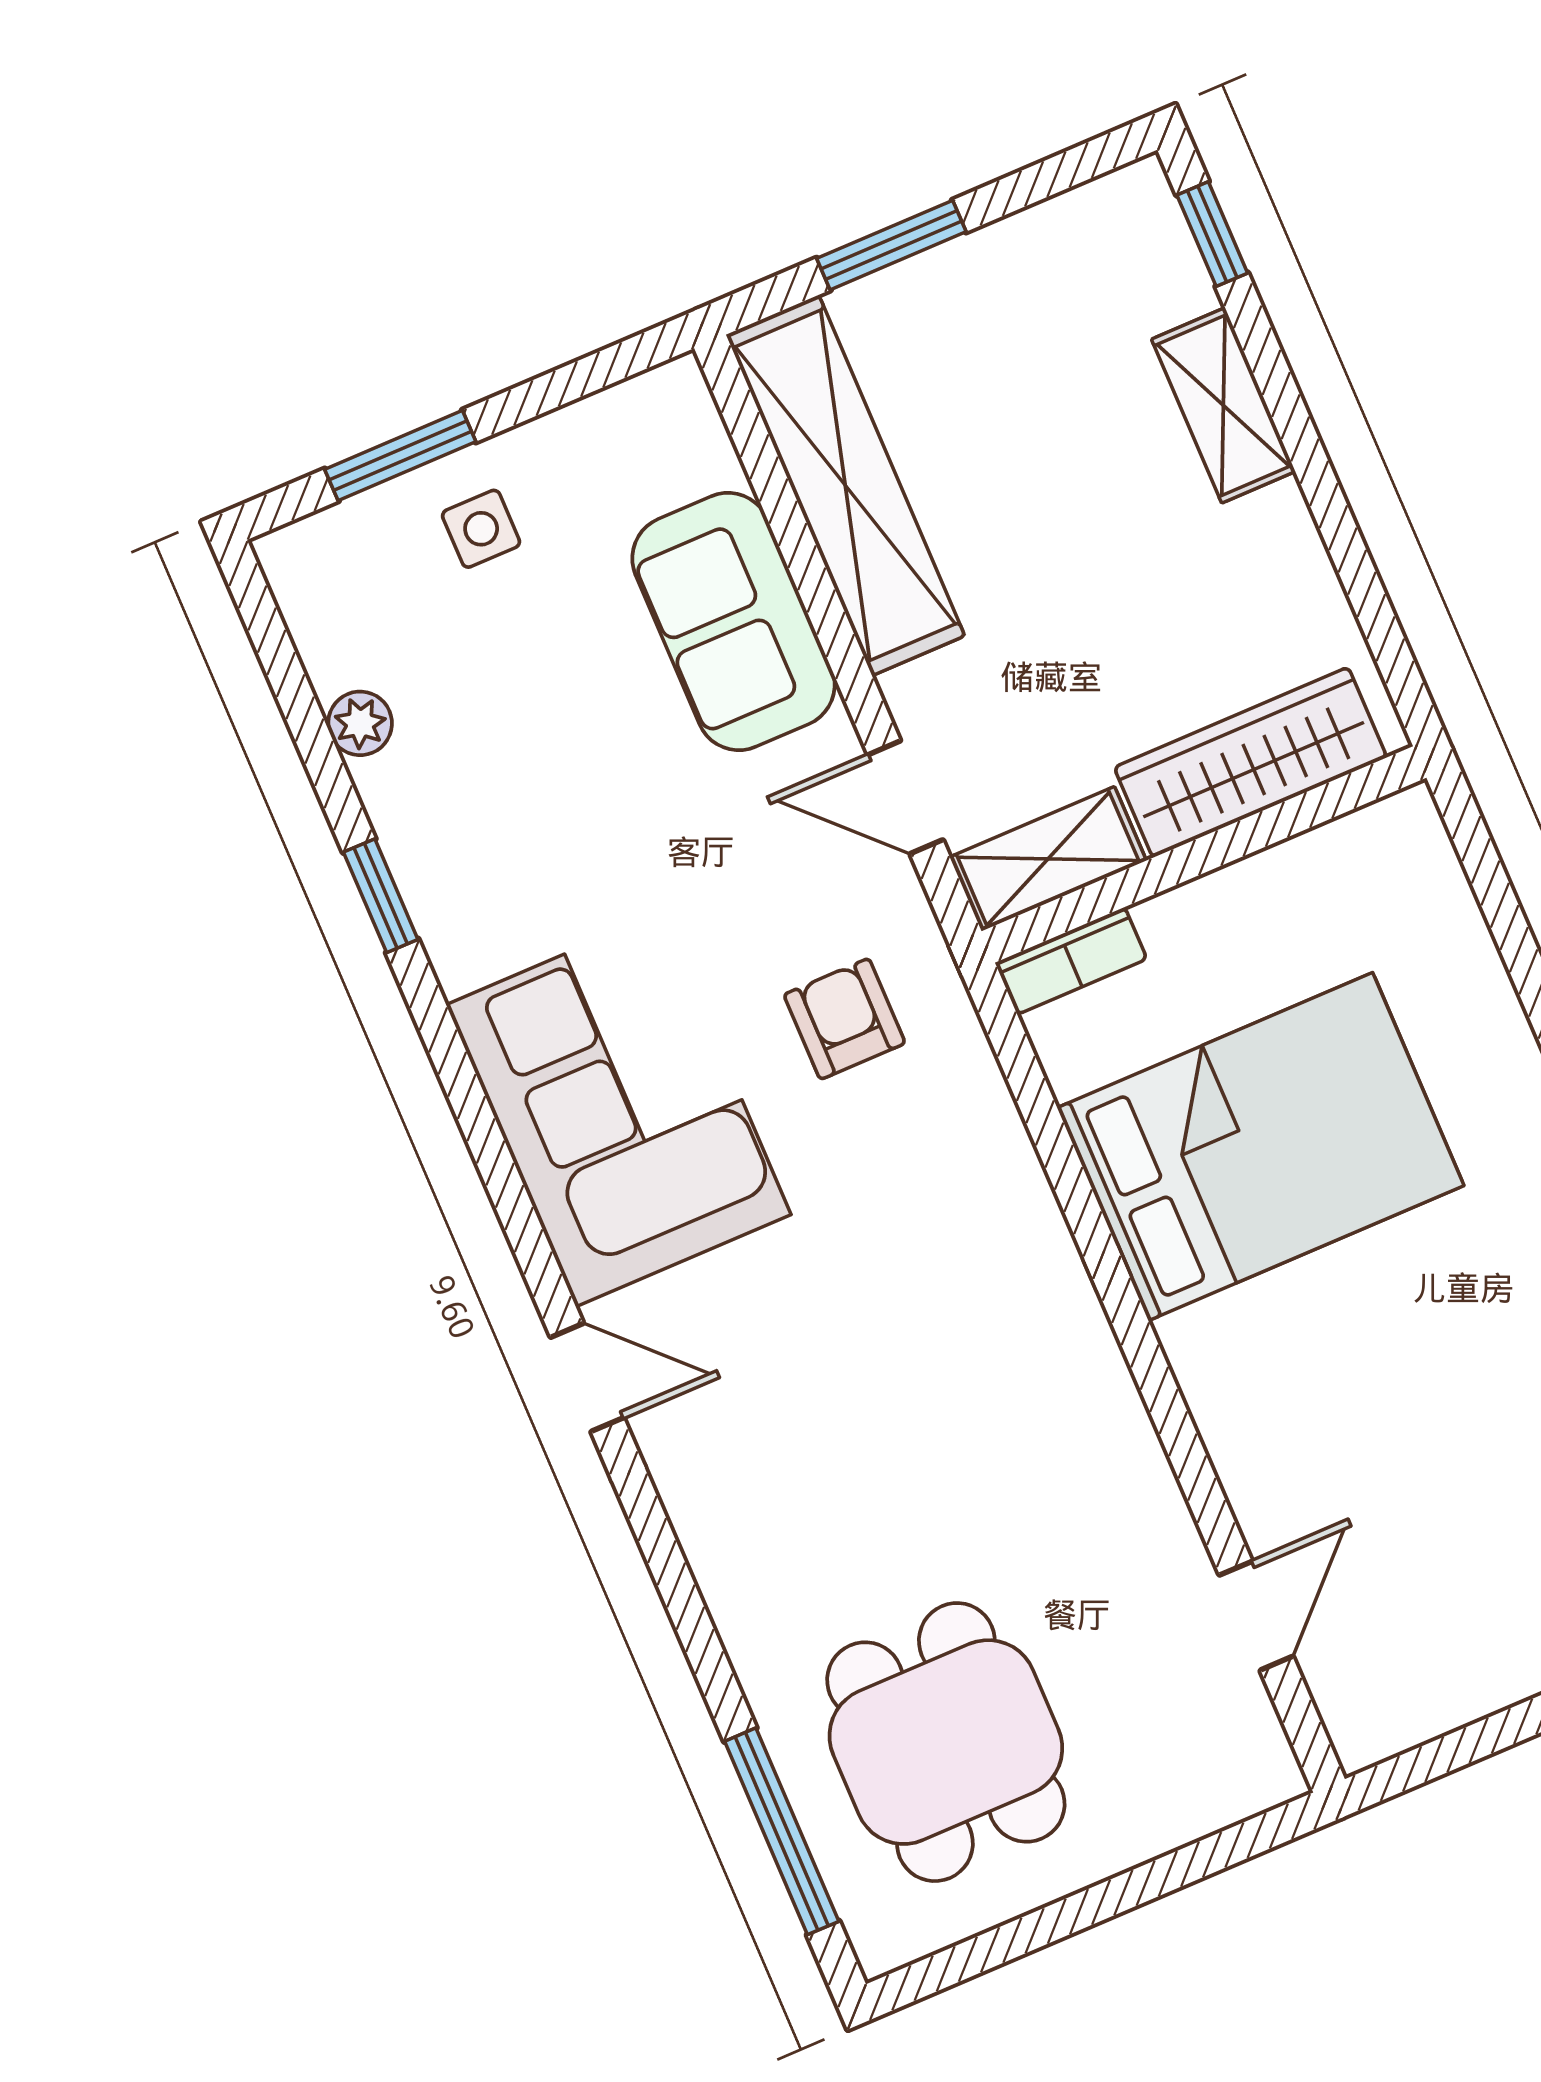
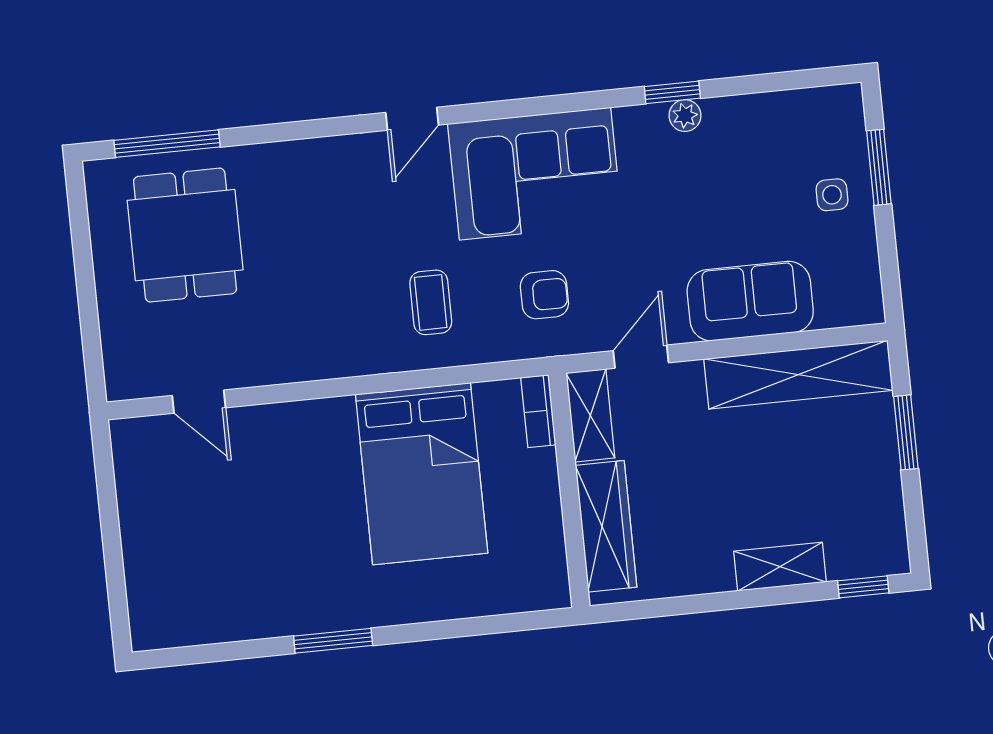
plant: (360, 723) -> (685, 116), moved
coffee table: (927, 1232) -> (431, 302), added
dining table: (946, 1742) -> (185, 235), turned 90

